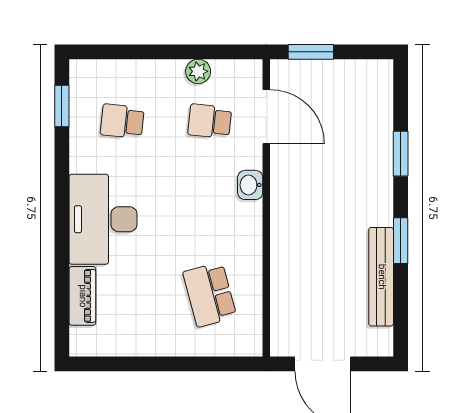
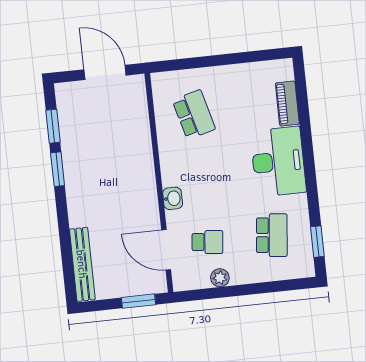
school desk: (122, 121) -> (272, 235), width x1.85
window: (401, 154) -> (53, 126), moved
bench: (381, 277) -> (82, 264), moved

